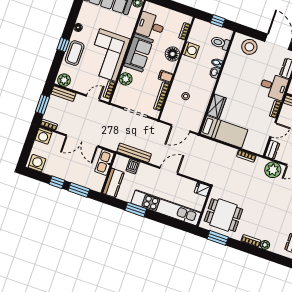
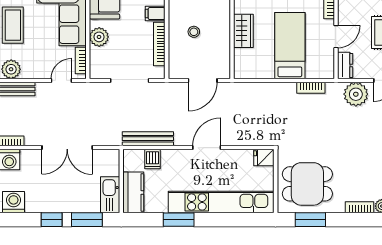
bed: (224, 132) -> (290, 46), moved, turned -90
kitchen sink: (104, 162) -> (110, 195), moved

